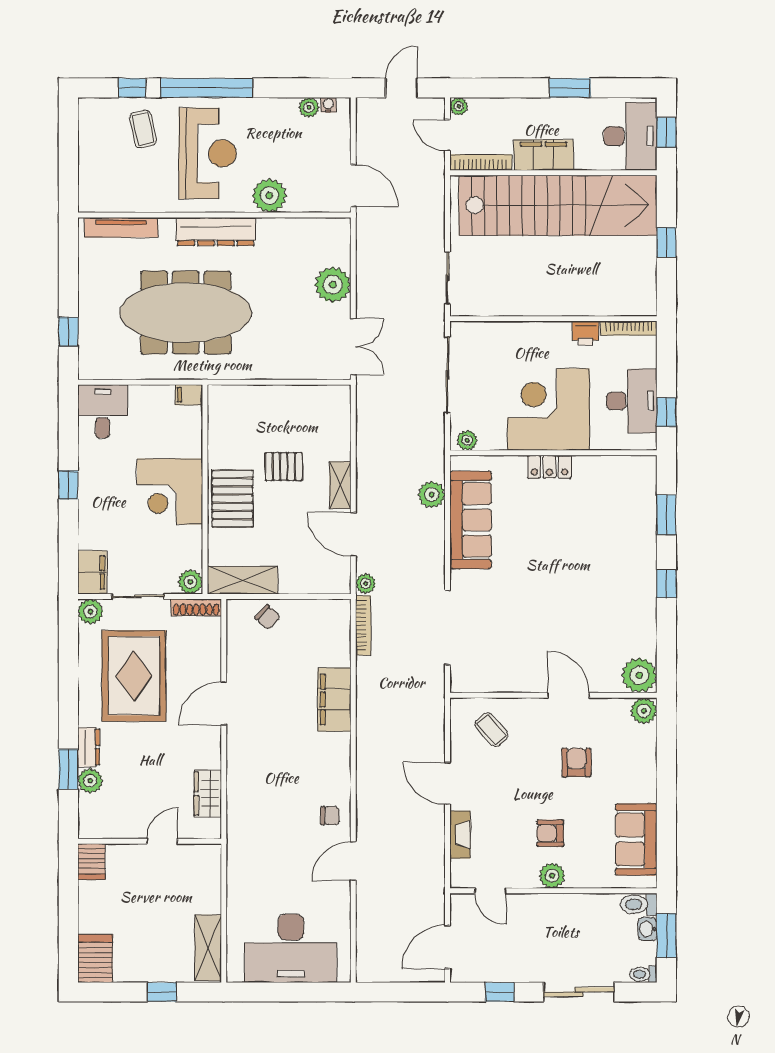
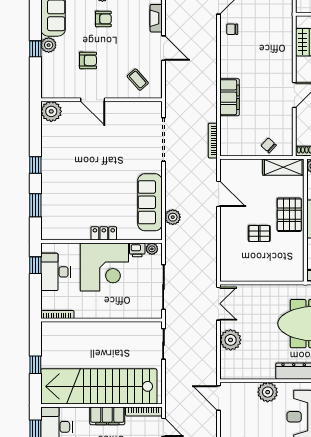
printer: (586, 333) -> (137, 250), moved, turned 180
double door: (353, 347) -> (219, 304), swing flipped
shelving: (340, 485) -> (226, 223), removed
plant: (366, 584) -> (211, 165), removed
plant: (644, 711) -> (49, 45), moved
armchair: (576, 762) -> (88, 60), turned -90
window: (666, 782) -> (35, 49), added

